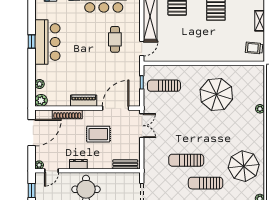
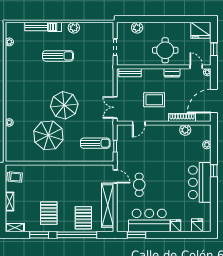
window: (32, 41) -> (214, 171), moved
door: (142, 49) -> (115, 176), swing flipped
plant: (41, 100) -> (185, 130), moved
piano: (84, 101) -> (167, 130), removed
door: (116, 108) -> (139, 123), width x0.53
sun lounger: (186, 160) -> (75, 76), removed
parasol: (244, 166) -> (64, 105), moved
door: (51, 171) -> (196, 67), hinge flipped

